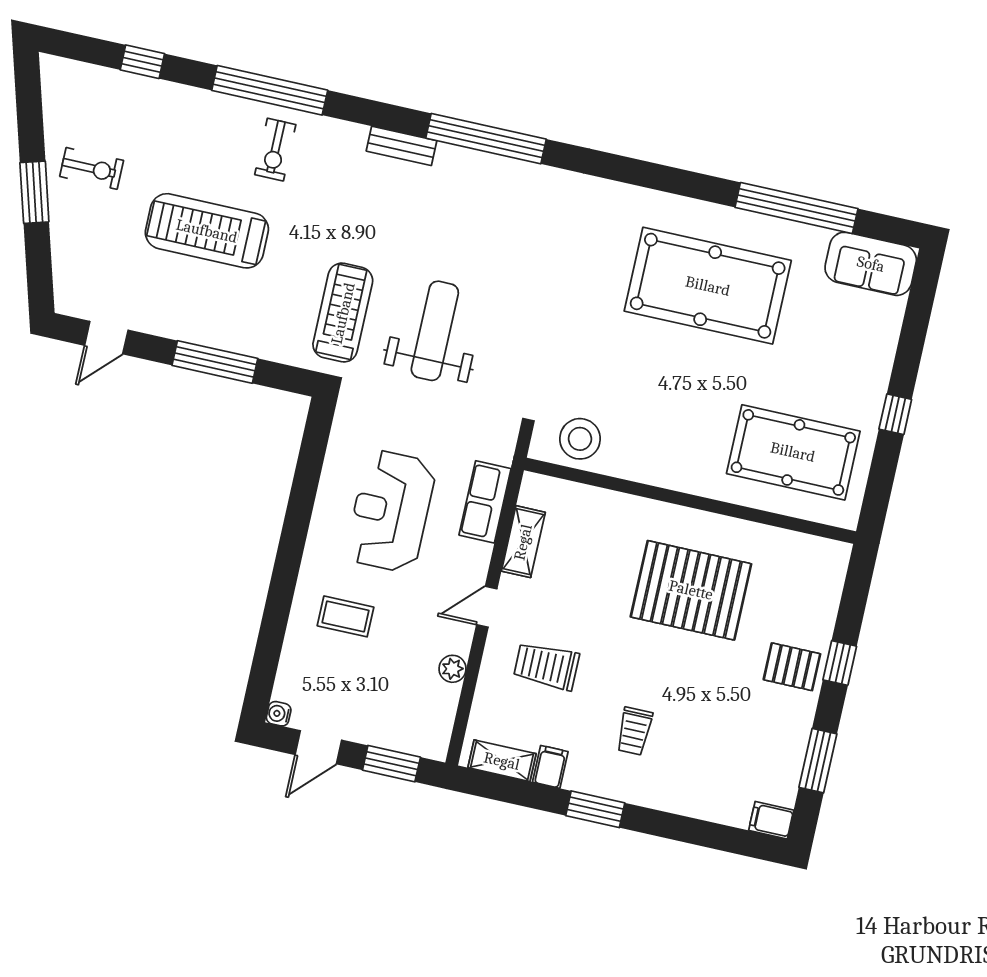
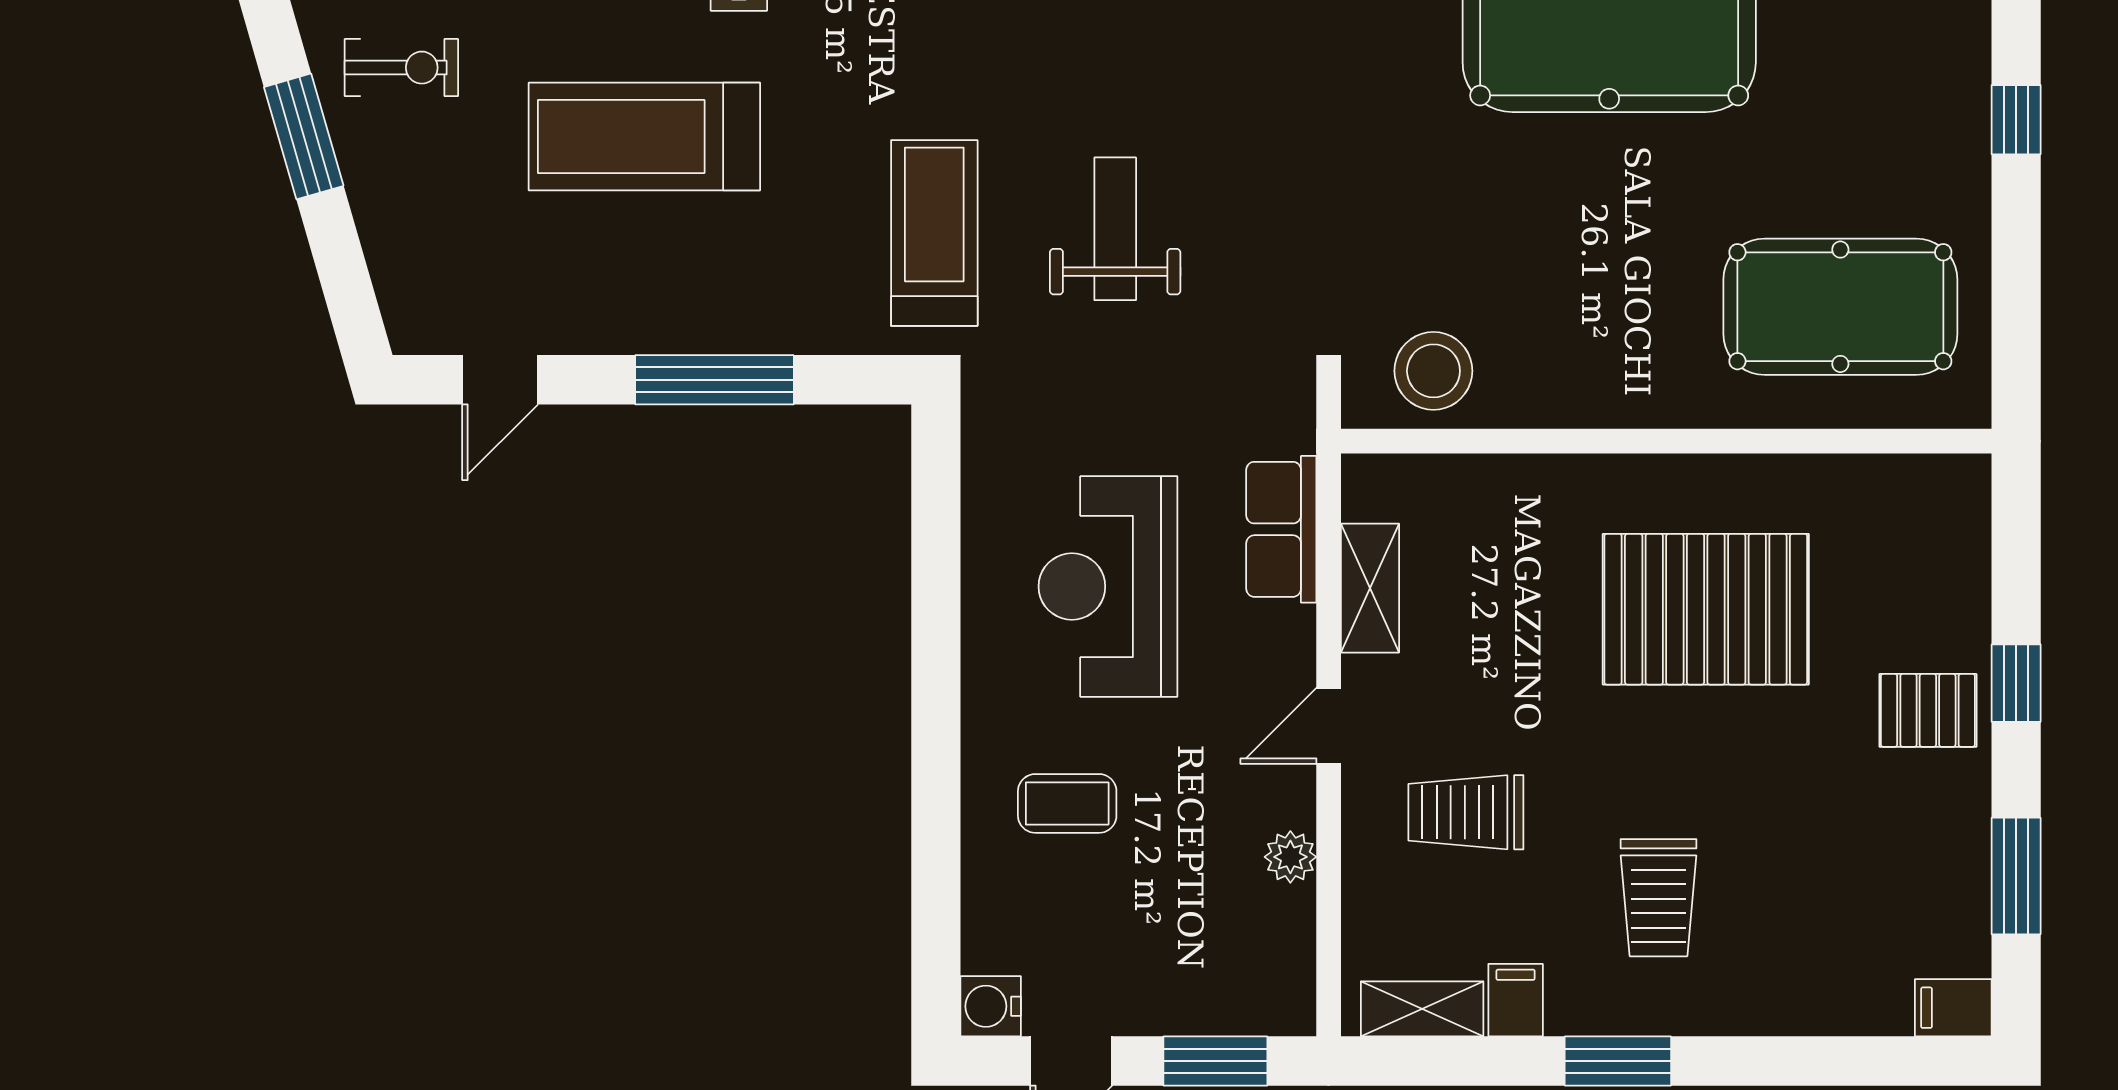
weight bench: (435, 331) -> (1115, 229), width x0.73, depth x0.75
window: (895, 414) -> (2016, 120), moved
water cooler: (279, 714) -> (991, 1006), width x1.38, depth x1.38
trolley: (634, 731) -> (1659, 898), width x1.36, depth x1.39

